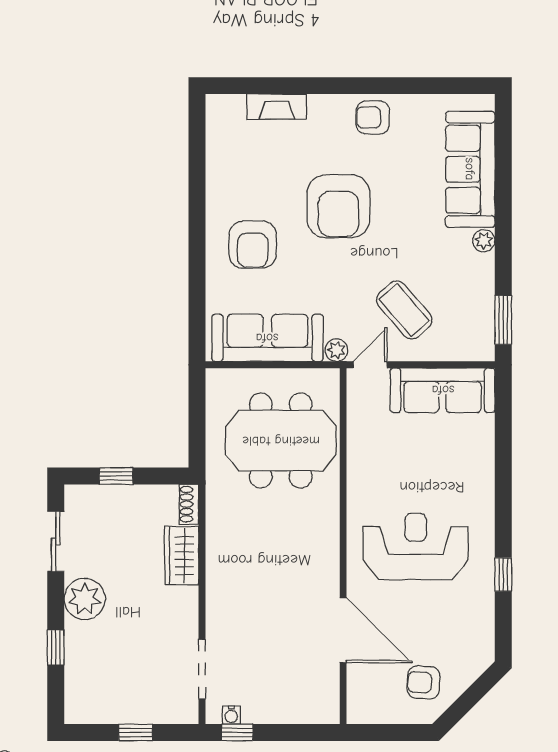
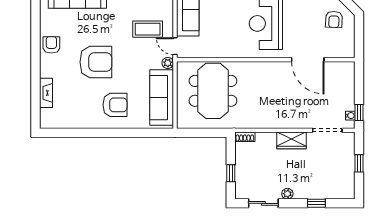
armchair: (373, 117) -> (51, 45), turned 180
coffee table: (404, 310) -> (148, 29), turned 41
wardrobe: (182, 556) -> (291, 140), moved
plant: (85, 599) -> (287, 194), width x0.53, depth x0.53
door: (343, 630) -> (308, 60), swing flipped

